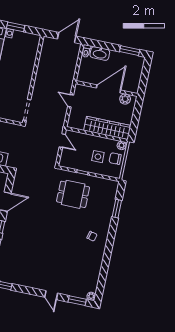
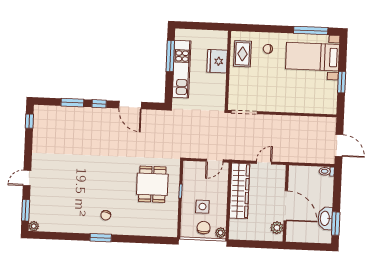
washbasin: (100, 53) -> (325, 218), moved
wardrobe: (107, 128) -> (240, 191), moved
window: (117, 209) -> (101, 238), moved

